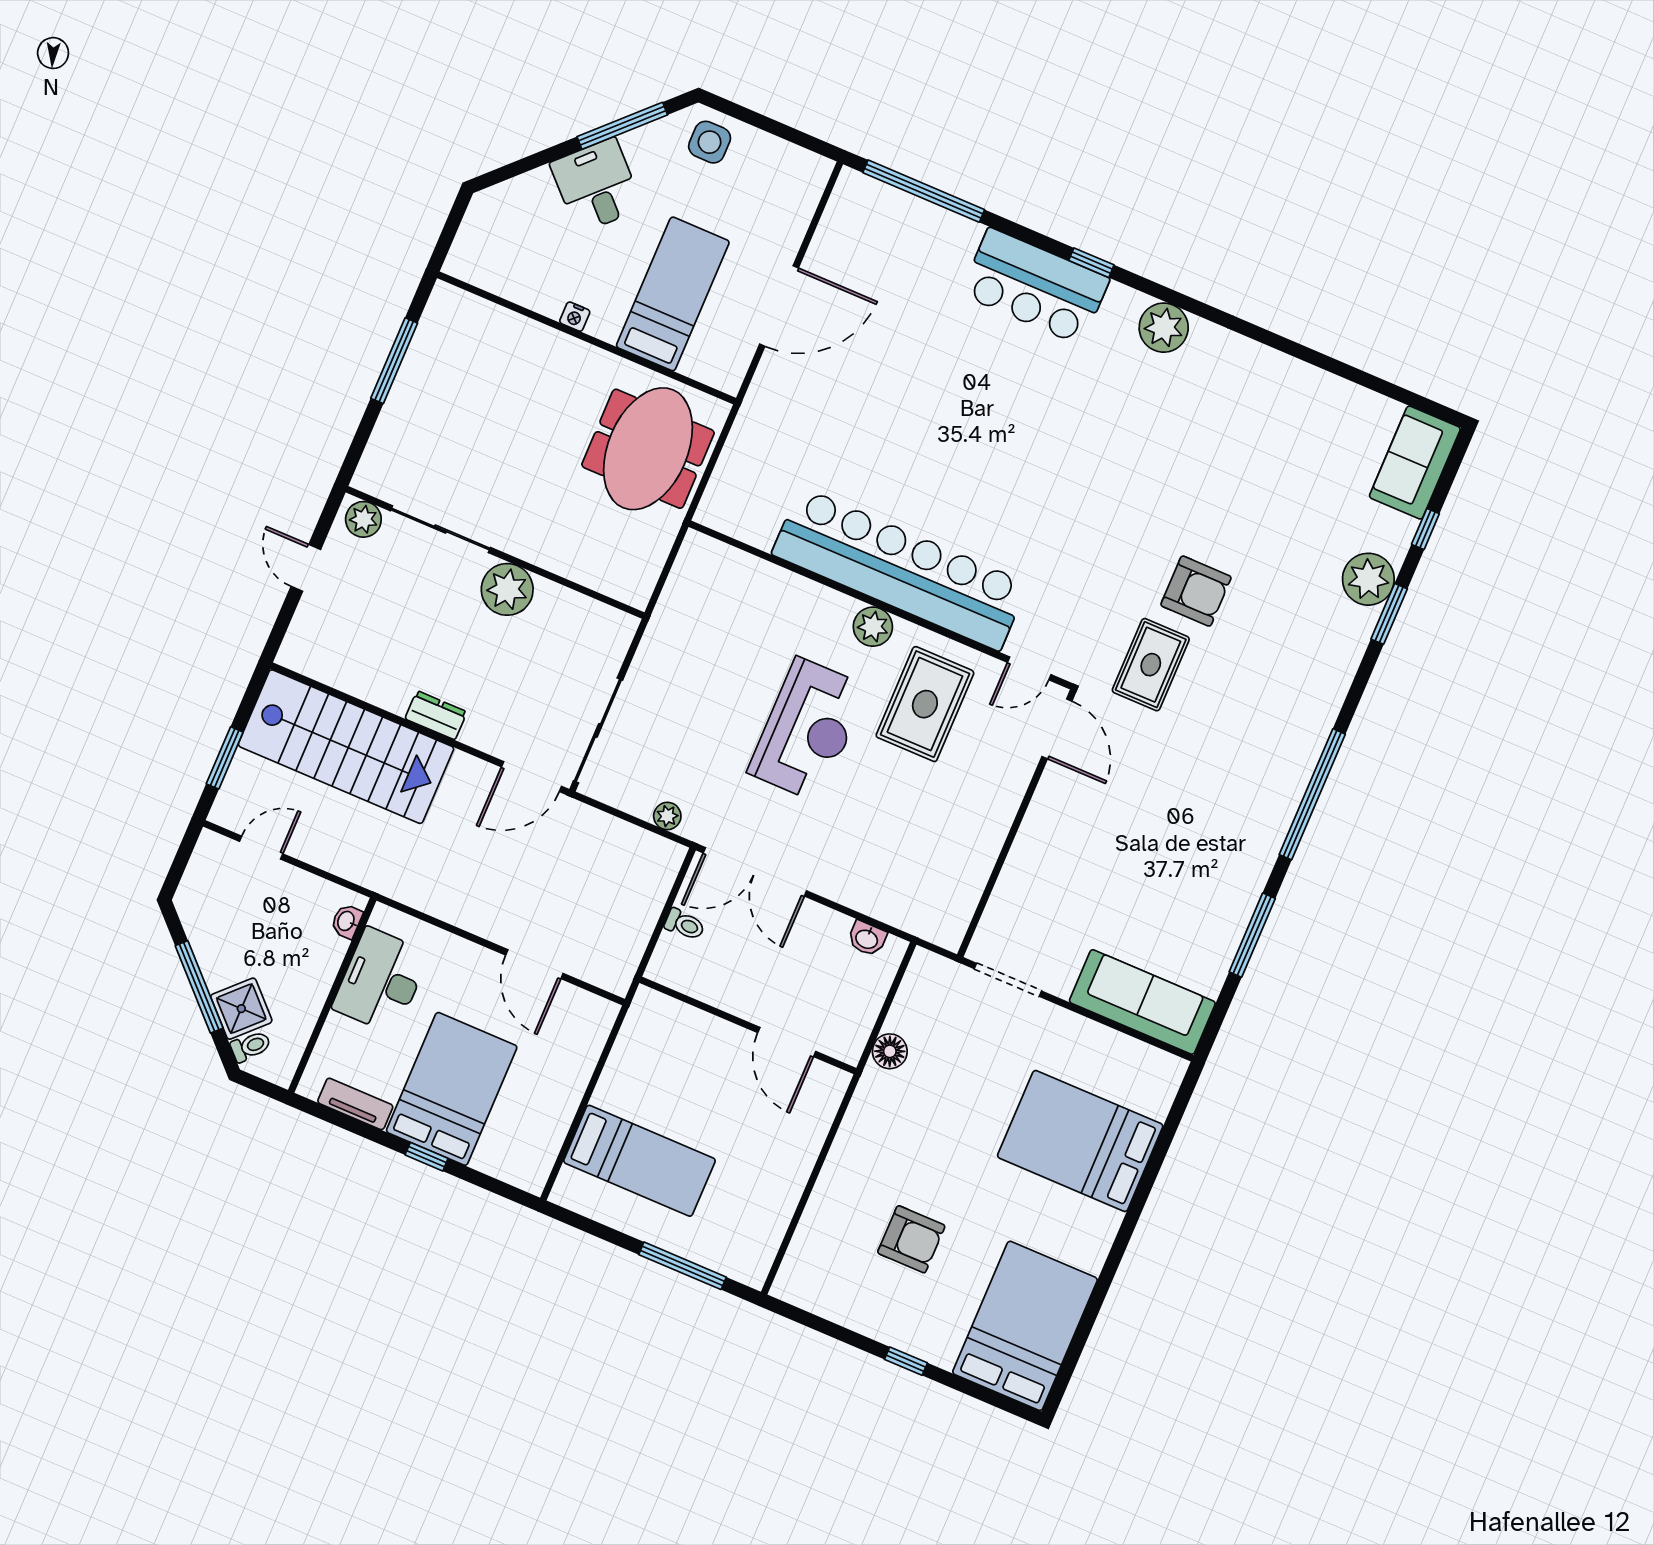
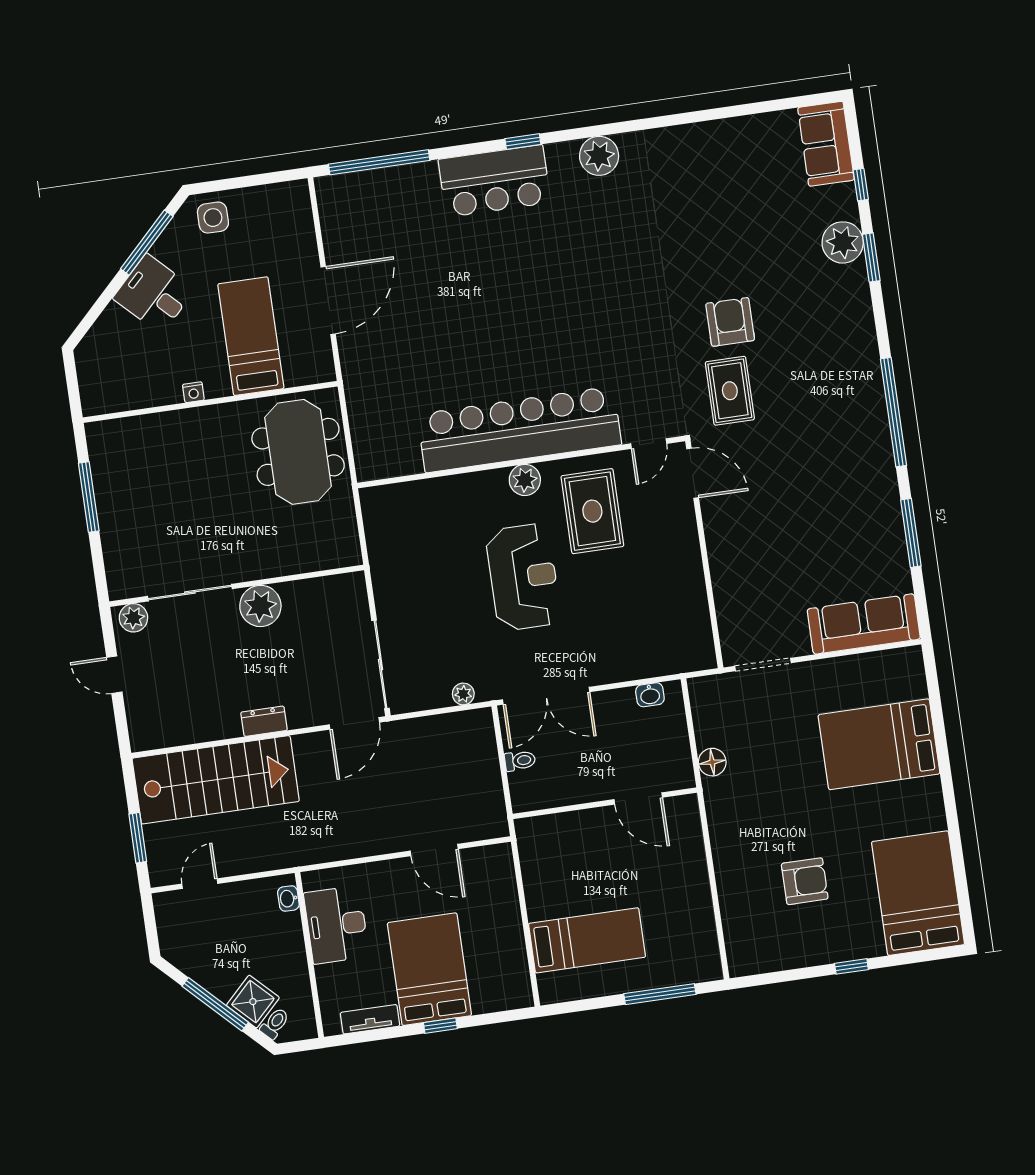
armchair: (1196, 591) -> (730, 322), turned -90

